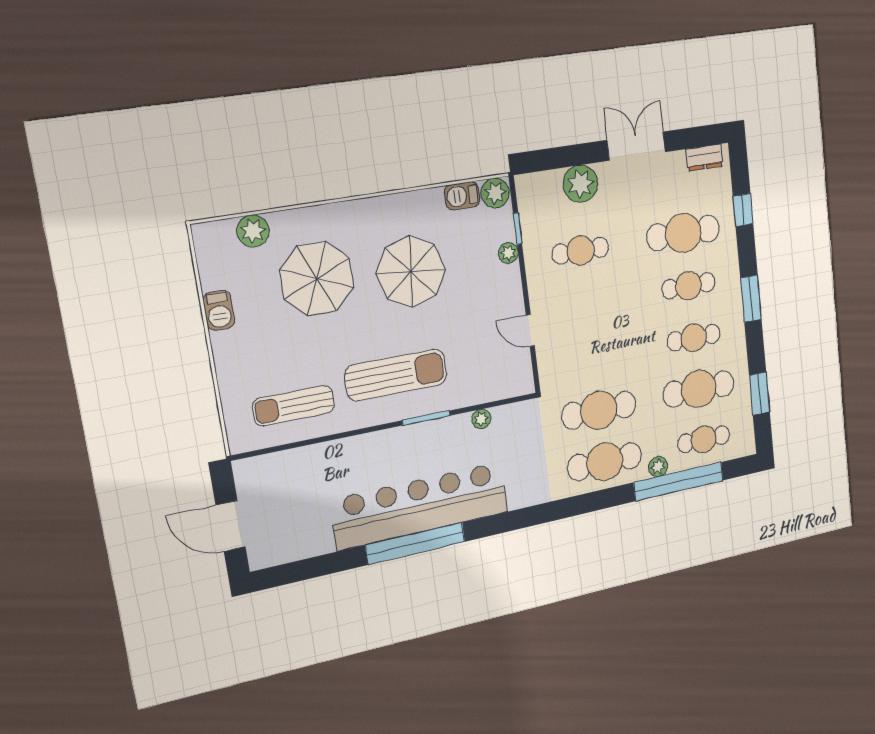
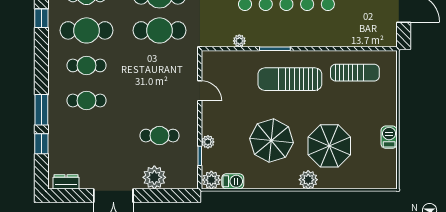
plant: (253, 231) -> (308, 180), moved
cafe table: (683, 233) -> (86, 136), removed
window: (751, 299) -> (41, 110), moved
window: (759, 394) -> (41, 18), width x0.67

